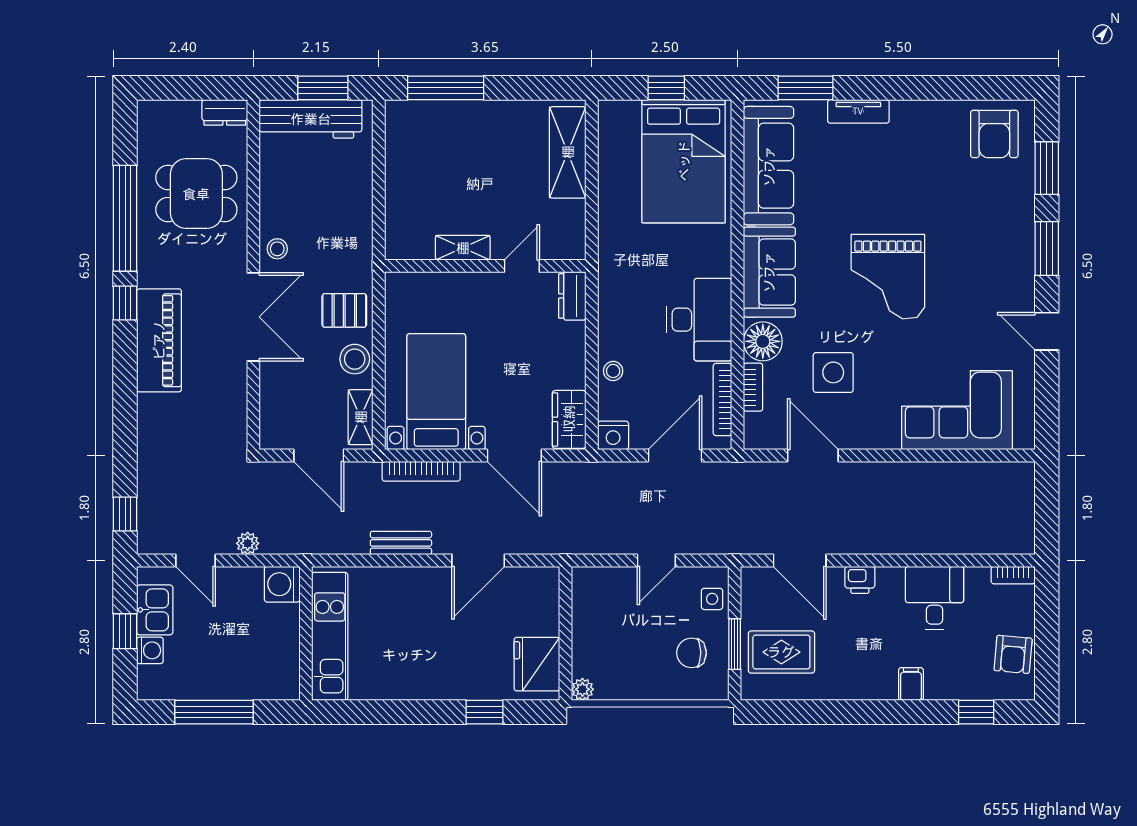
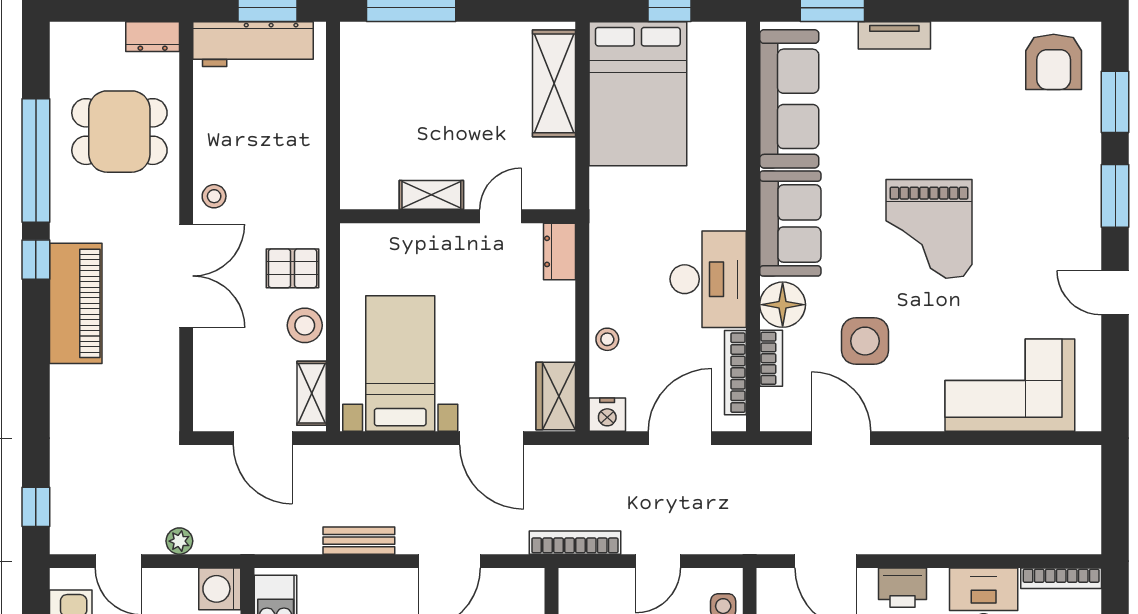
bed: (684, 161) -> (638, 94), moved
bookcase: (421, 471) -> (575, 543), moved, turned 180
bookcase: (1013, 575) -> (1061, 578), width x1.56
printer: (860, 580) -> (903, 588), width x1.36, depth x1.24

